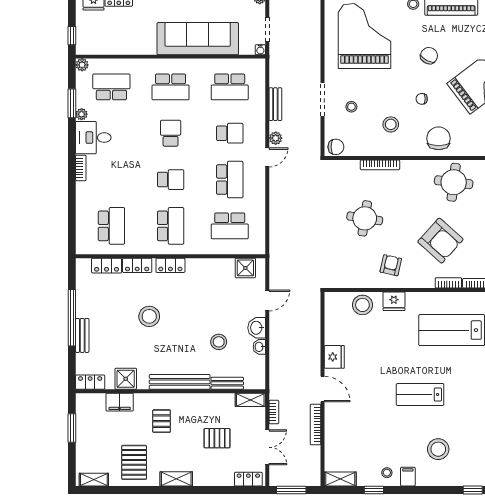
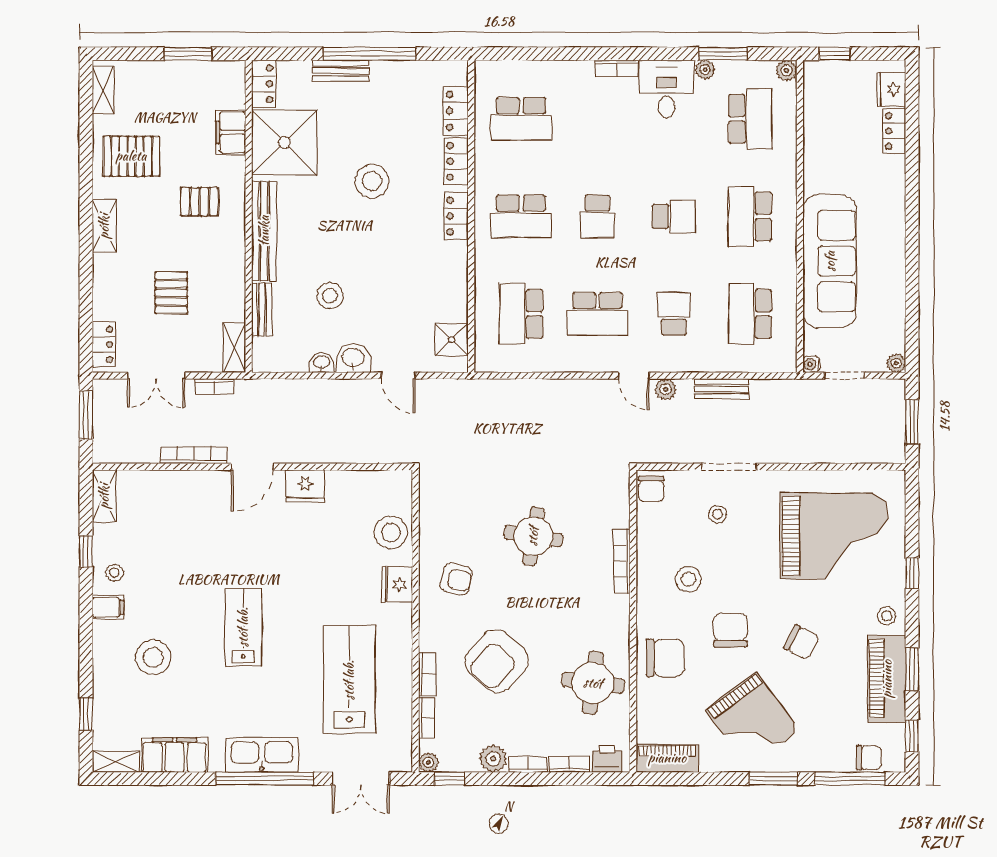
chair: (422, 99) -> (730, 630), width x1.87, depth x1.87
school desk: (230, 133) -> (674, 314), turned 180
shower: (126, 379) -> (284, 142), width x1.86, depth x1.86

